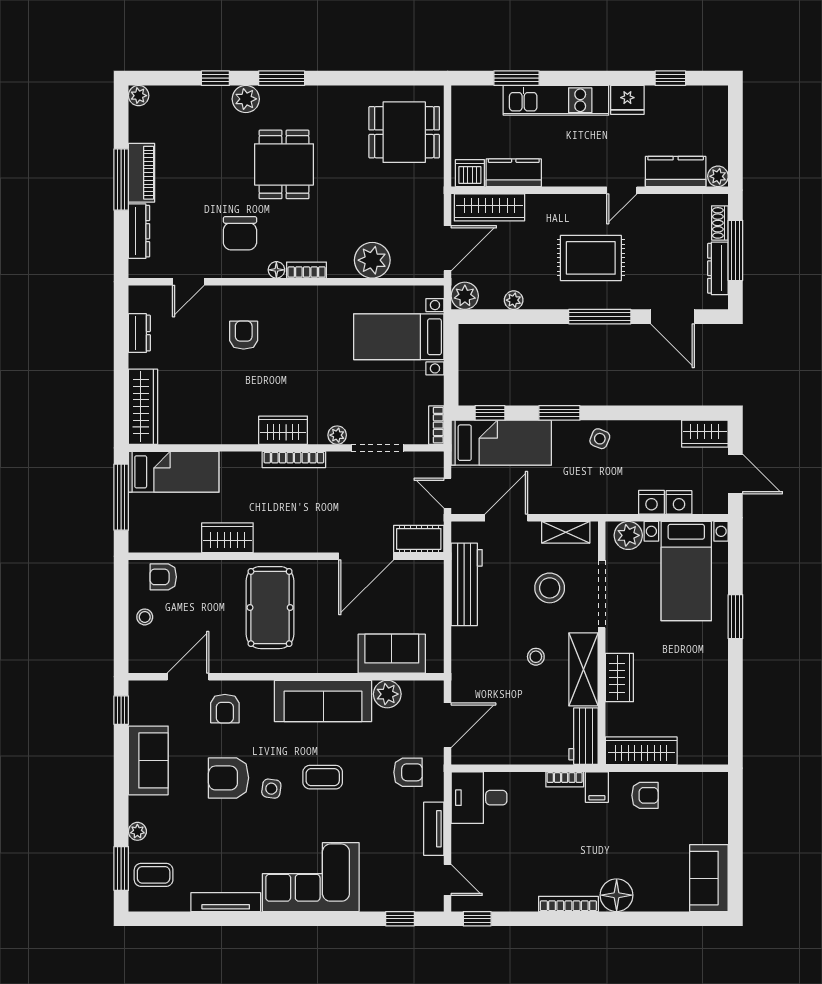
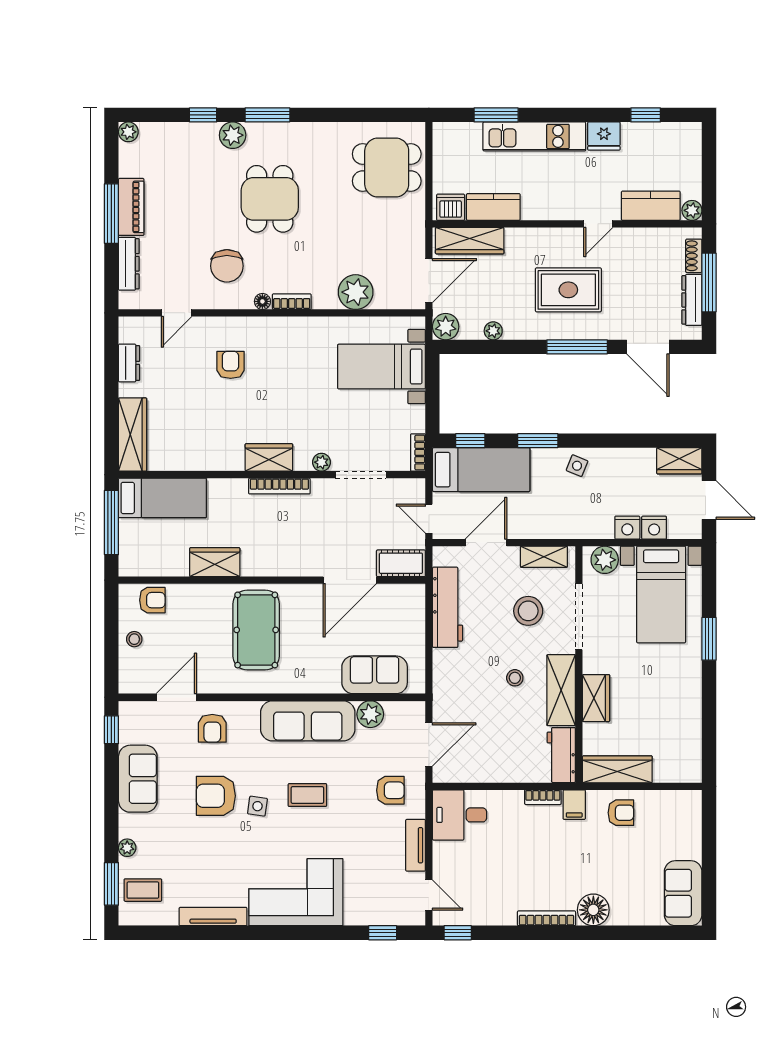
armchair: (163, 577) -> (152, 600), turned 180

